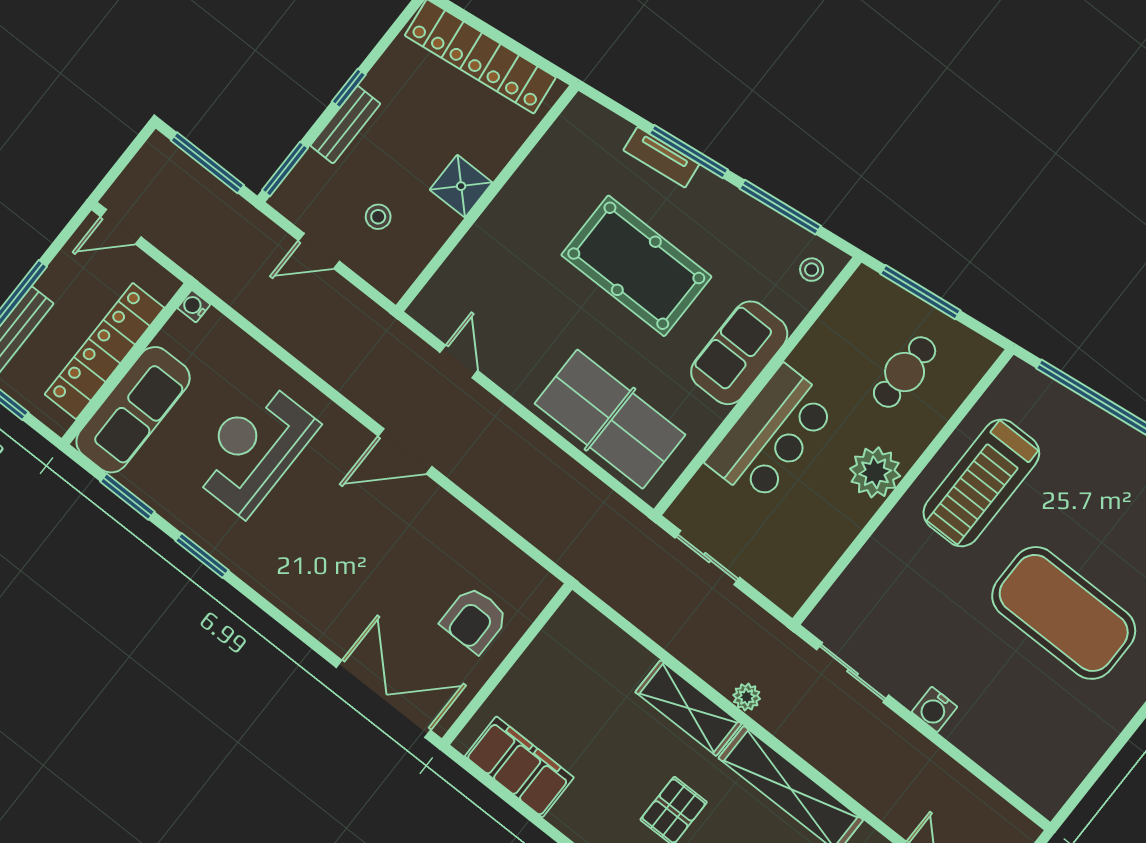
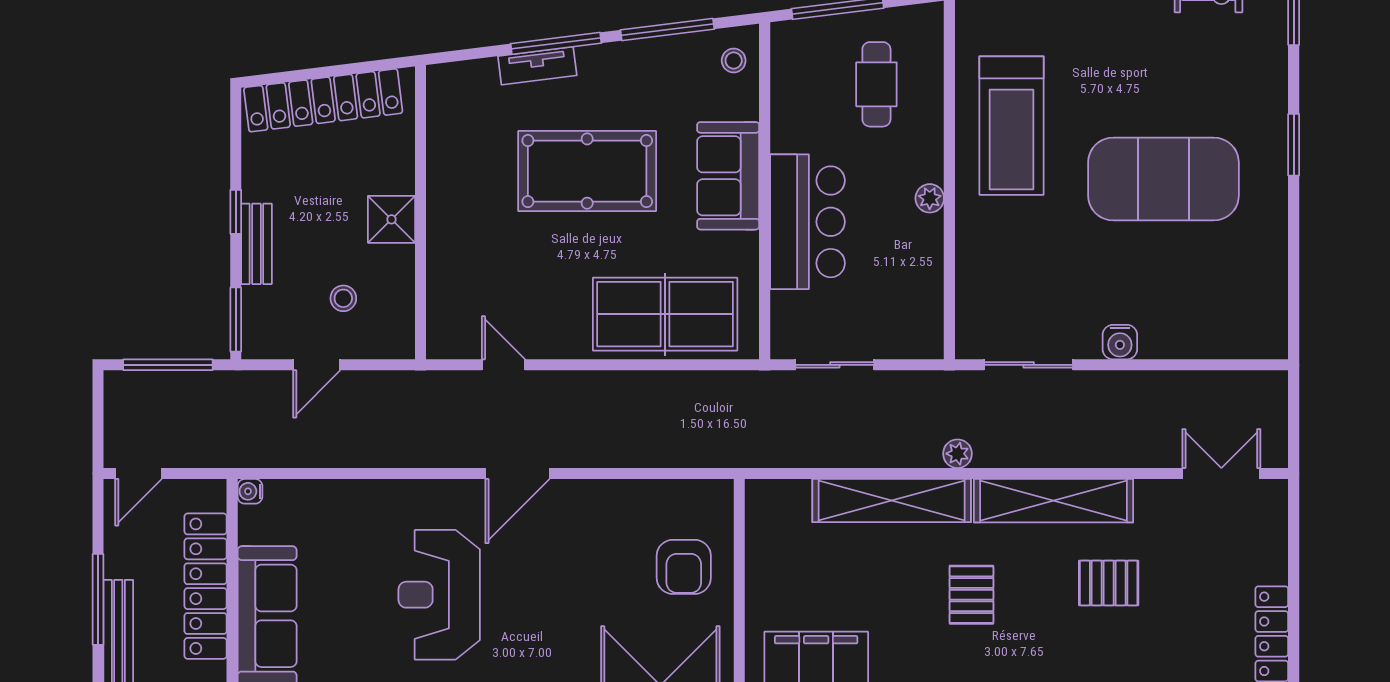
reception desk: (253, 449) -> (439, 595), moved
plant: (875, 472) -> (930, 198), width x0.53, depth x0.53
shelving: (688, 708) -> (892, 501), width x1.47

